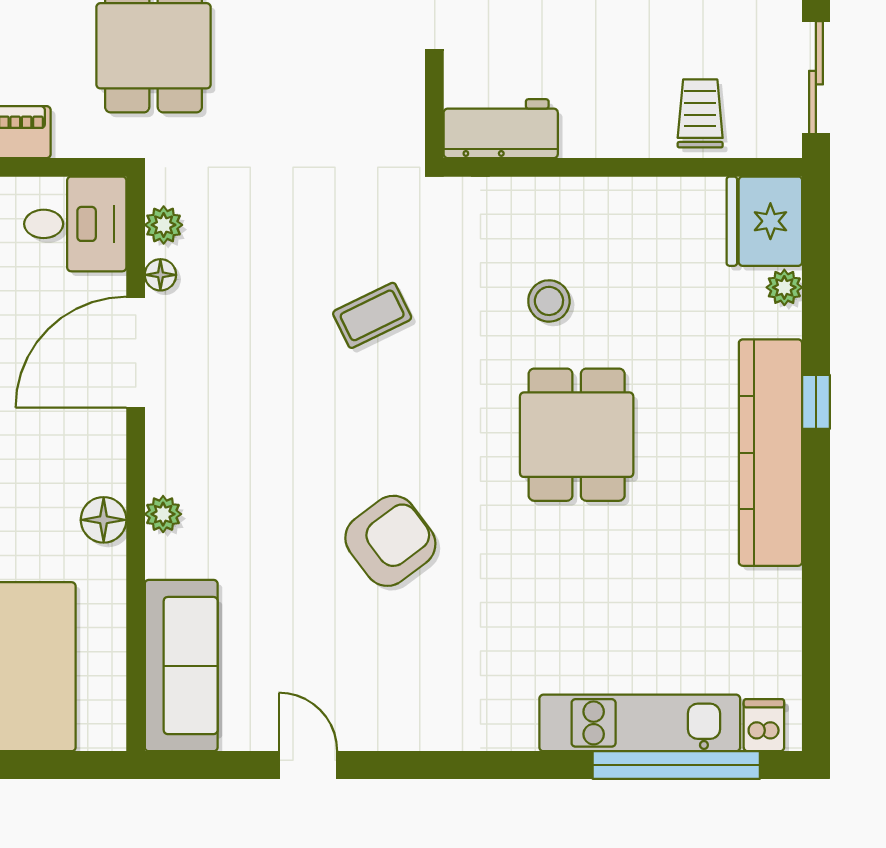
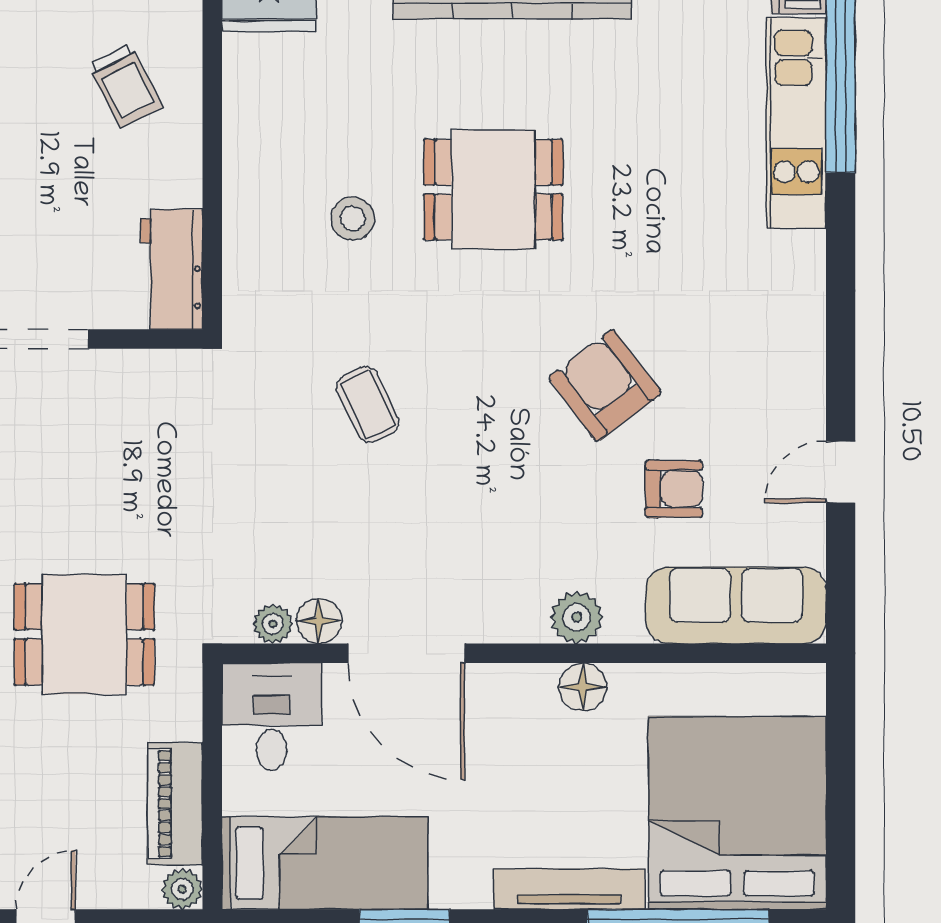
trolley: (700, 113) -> (126, 86), moved, turned -117
floor lamp: (160, 275) -> (319, 621), width x1.37, depth x1.37
plant: (163, 514) -> (577, 617), width x1.38, depth x1.38
armchair: (292, 606) -> (674, 489), added

